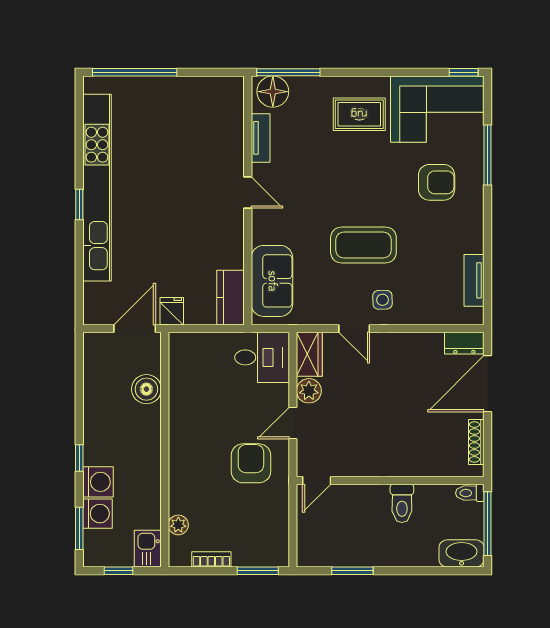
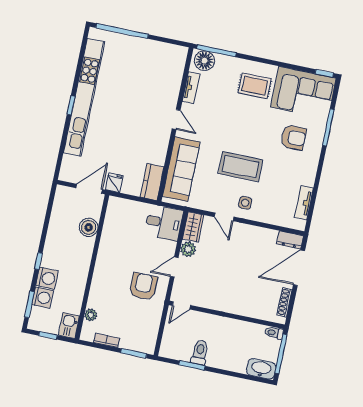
sofa: (272, 281) -> (181, 169), width x1.36
toilet: (402, 503) -> (200, 352), moved, turned 180

